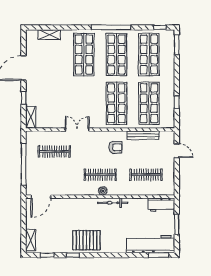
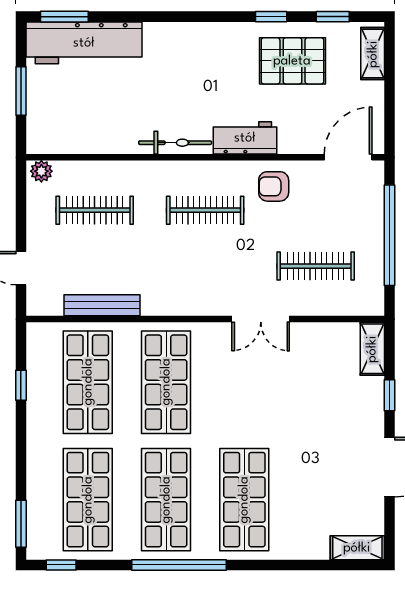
shelving: (49, 35) -> (357, 548), moved
armchair: (116, 147) -> (274, 186), moved
plant: (103, 191) -> (41, 171), moved
workbench: (161, 205) -> (245, 138), moved
pallet: (86, 240) -> (292, 61), moved

